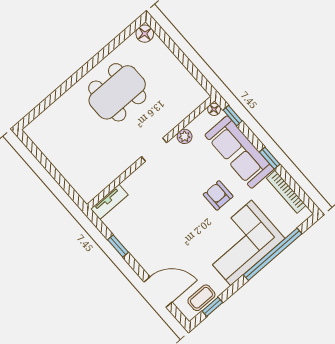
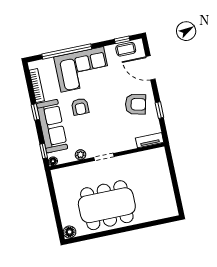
dining table: (117, 92) -> (107, 205), width x1.36, depth x1.24
armchair: (151, 237) -> (136, 104), added

